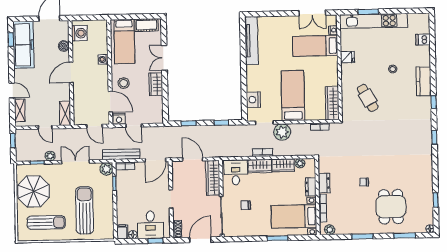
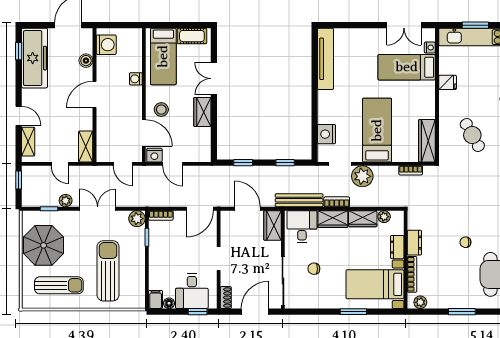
bench: (121, 154) -> (299, 200), moved
wardrobe: (213, 178) -> (273, 225), width x0.67

